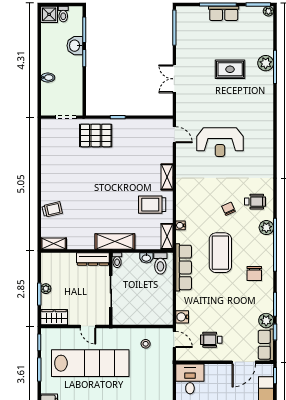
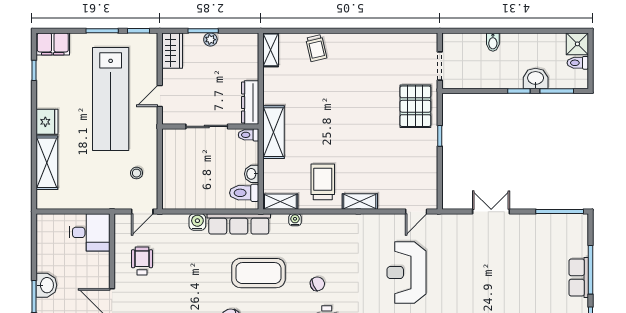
rug: (230, 69) -> (504, 286), removed
water cooler: (182, 317) -> (197, 222), moved

